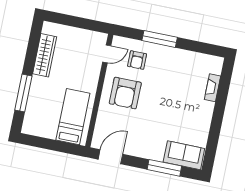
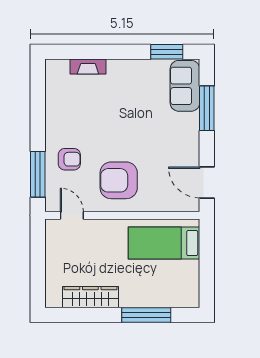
window: (160, 39) -> (38, 174), moved
armchair: (137, 60) -> (69, 159), moved
armchair: (125, 93) -> (119, 180), turned 180
window: (211, 147) -> (167, 52), added

